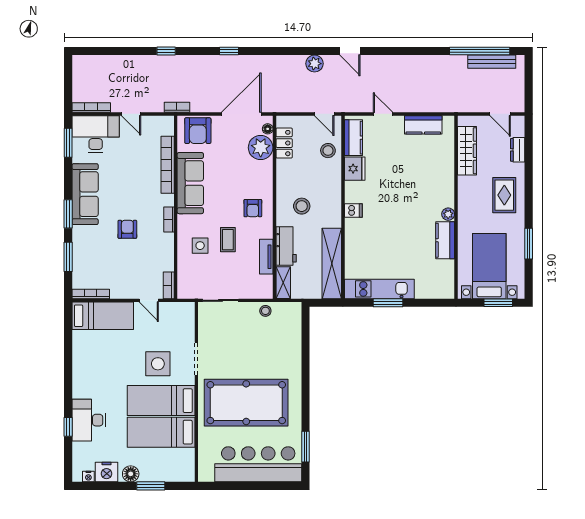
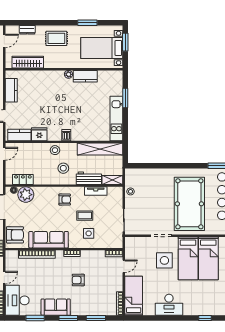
window: (68, 143) -> (35, 318), moved
stool: (328, 151) -> (55, 150), moved
sofa: (85, 194) -> (56, 307), width x0.73
window: (388, 303) -> (125, 98), moved
desk: (89, 420) -> (169, 305), moved

